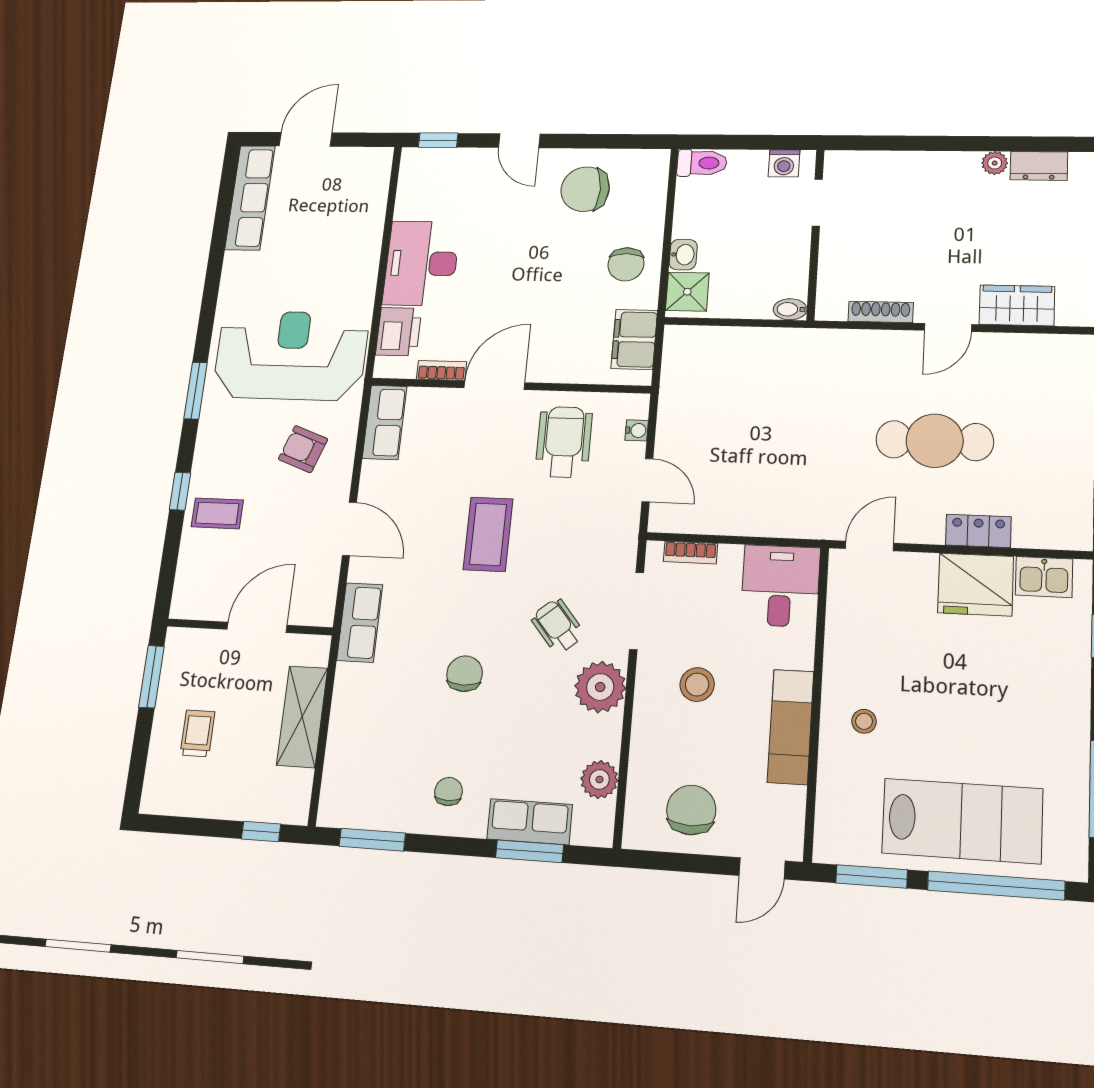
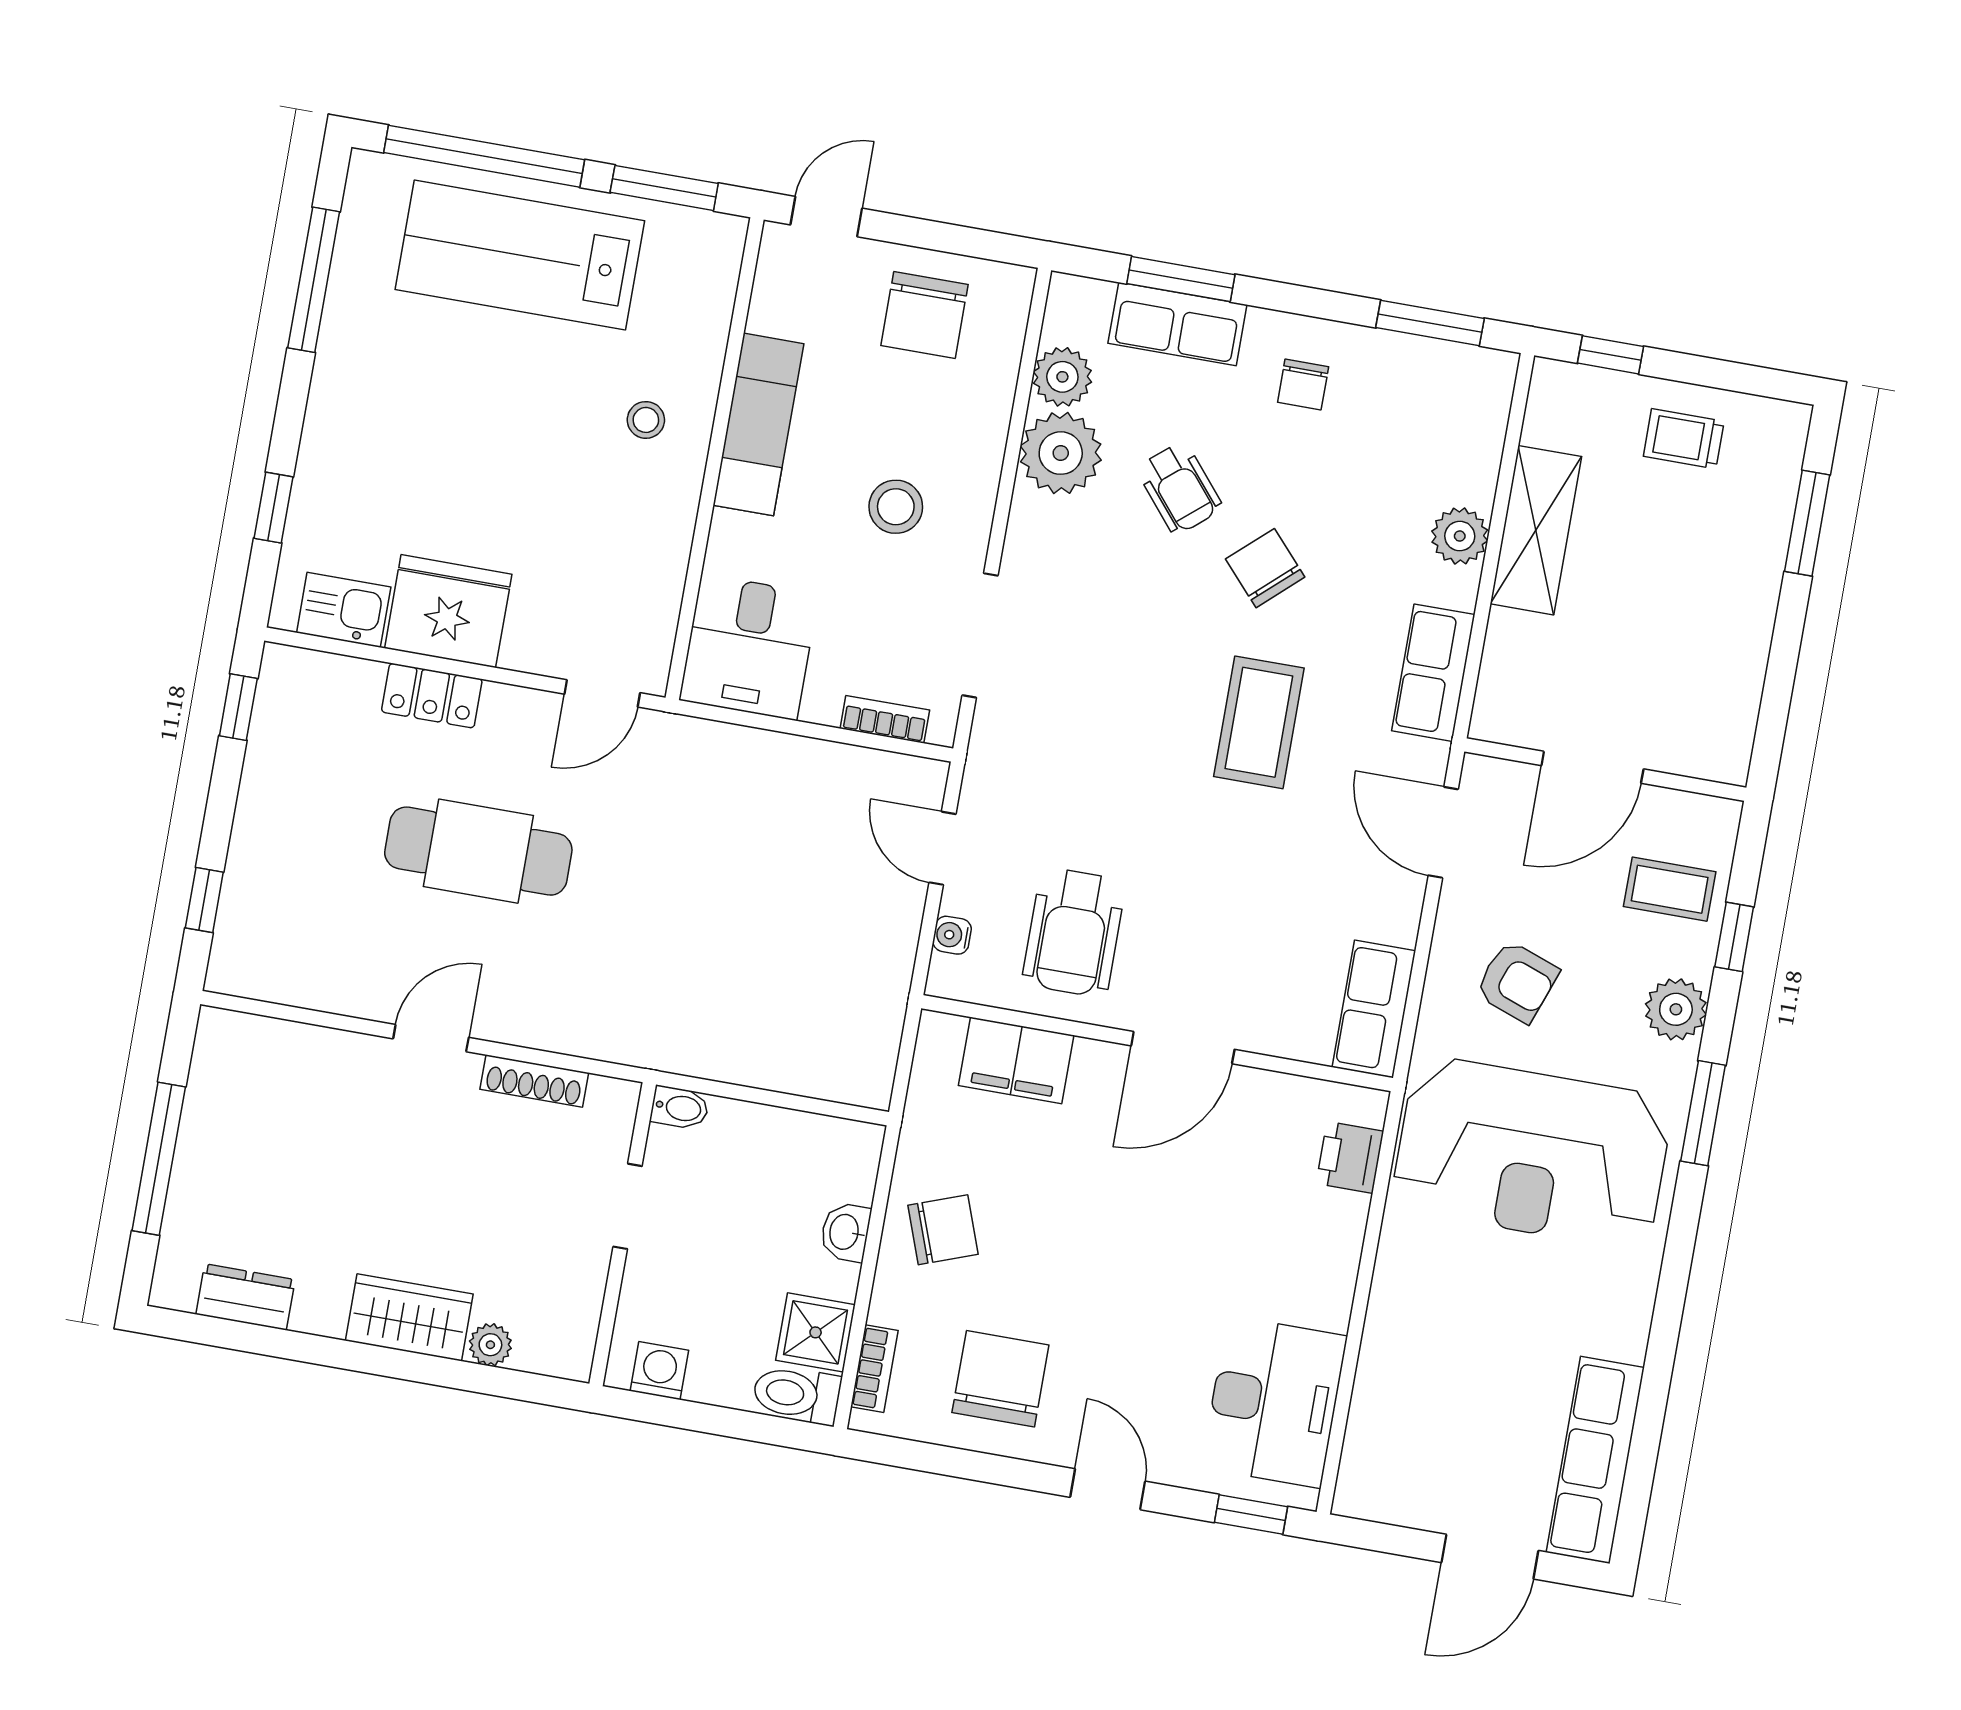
plant: (995, 163) -> (490, 1345), moved
chair: (585, 189) -> (1000, 1379), turned -90
doorway: (817, 203) -> (628, 1206), moved
desk: (421, 263) -> (1274, 1402), moved
chair: (626, 264) -> (943, 1230), turned 70
shower: (687, 292) -> (816, 1332), moved
wardrobe: (1017, 305) -> (409, 1317), moved, turned 180
printer: (399, 332) -> (1350, 1157), width x0.73, depth x0.81
filing cabinet: (634, 339) -> (1016, 1060), moved, turned 90
bookcase: (442, 370) -> (874, 1369), moved, turned -90
plant: (212, 446) -> (1676, 1009), added
coffee table: (488, 534) -> (1259, 722), moved
wheelchair: (558, 626) -> (1180, 488), moved
wall: (249, 627) -> (1605, 770), moved
door: (257, 627) -> (1592, 767), moved
chair: (465, 674) -> (1265, 568), turned 138
window: (151, 677) -> (1807, 523), moved
plant: (600, 687) -> (1061, 453), moved
plant: (348, 708) -> (1460, 536), added
trolley: (197, 733) -> (1684, 439), moved, turned 90

